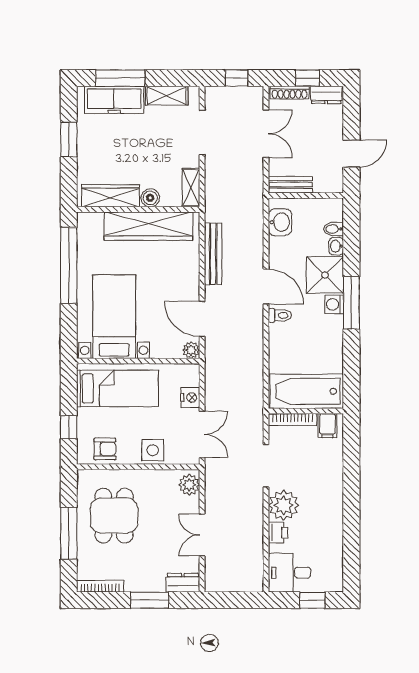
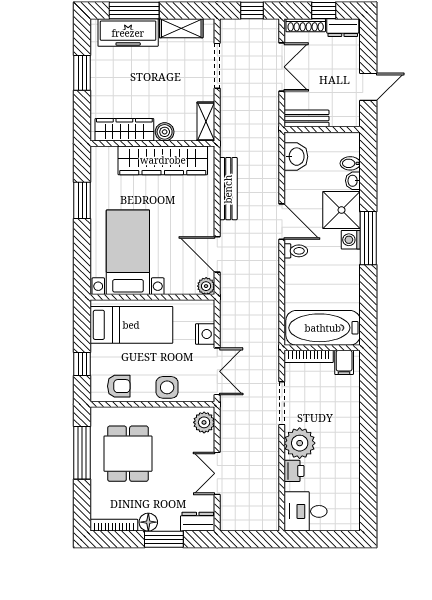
window: (69, 265) -> (82, 200), width x0.47
window: (69, 533) -> (82, 453), moved
floor lamp: (134, 583) -> (148, 522), added
window: (312, 600) -> (329, 539), removed

